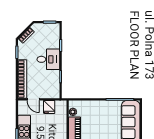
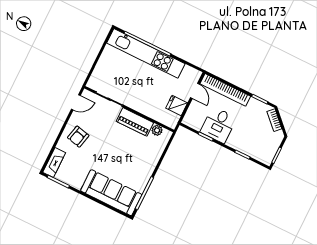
desk: (48, 59) -> (218, 125), moved
door: (33, 99) -> (195, 91), swing flipped

